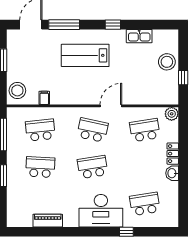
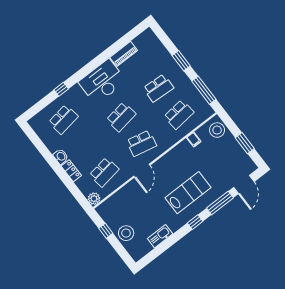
window: (113, 25) -> (195, 222), moved
desk: (101, 211) -> (102, 82), moved

